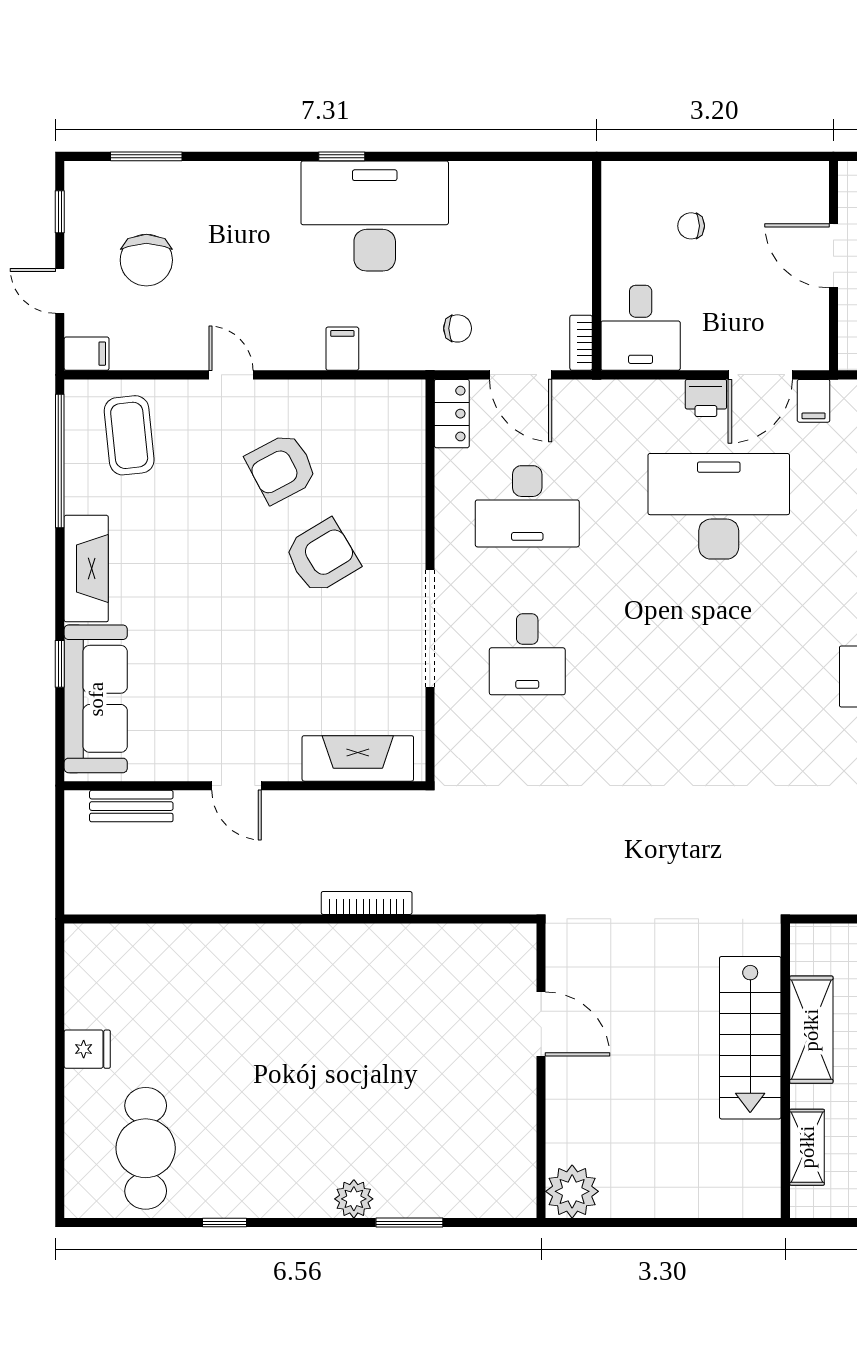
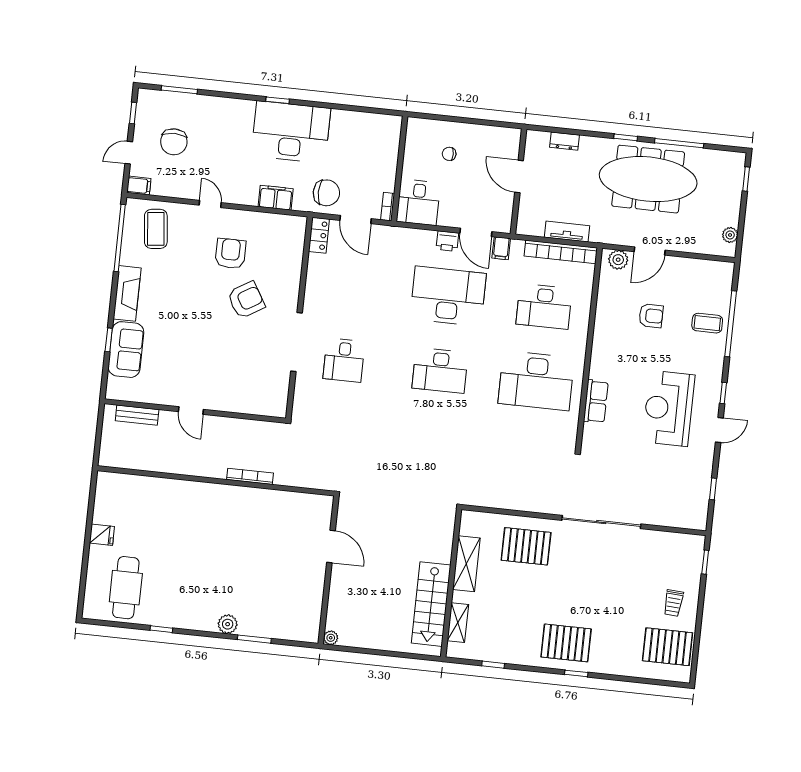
door: (60, 291) -> (129, 153), hinge flipped
chair: (458, 328) -> (326, 193), width x1.87, depth x1.87
filing cabinet: (342, 349) -> (276, 198), width x2.00
door: (760, 375) -> (476, 232), hinge flipped
armchair: (281, 468) -> (231, 254), turned 118
desk: (527, 506) -> (440, 370), moved
sofa: (96, 699) -> (126, 350), width x0.73
fireplace: (358, 758) -> (253, 403), removed
stairs: (750, 1038) -> (431, 604), moved
plant: (572, 1191) -> (331, 638), width x0.53, depth x0.53

